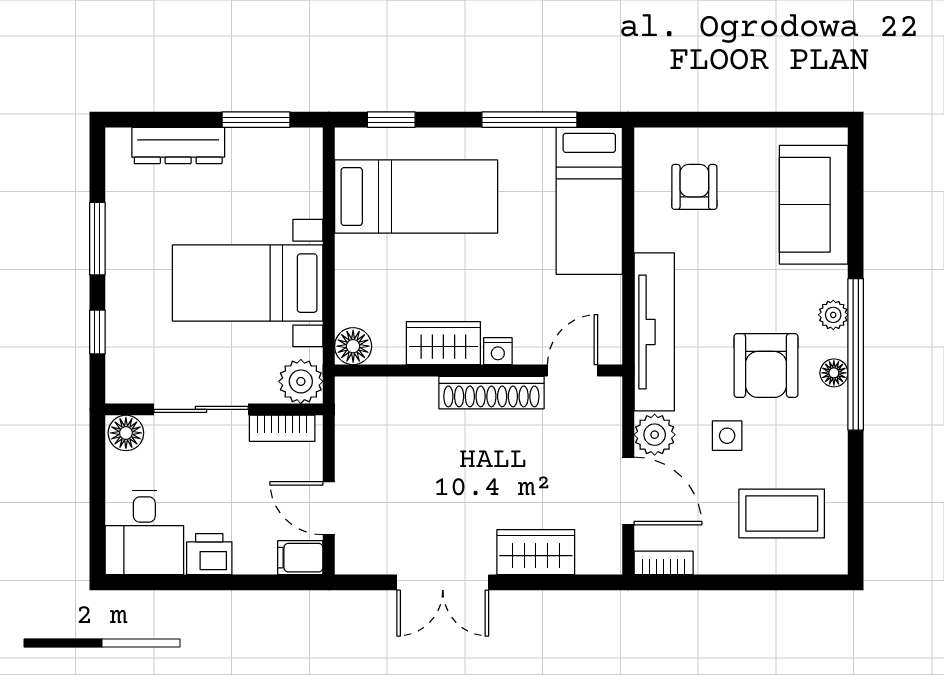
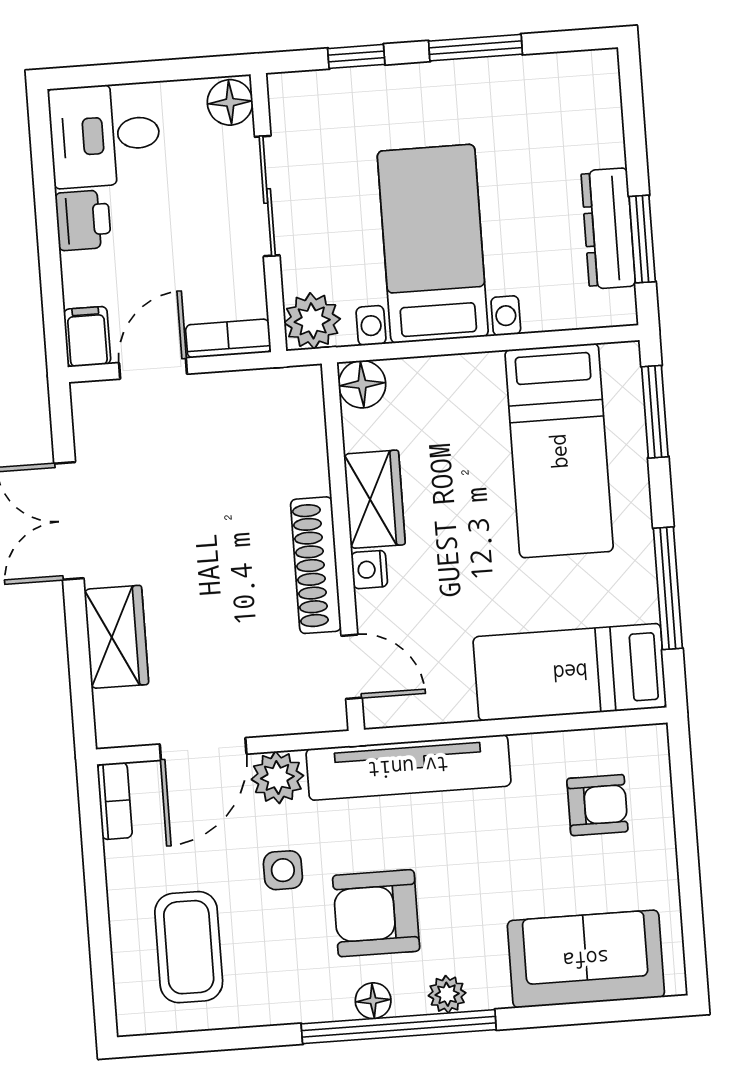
window: (391, 120) -> (655, 412), width x1.50
dresser: (178, 146) -> (608, 228), moved
bookcase: (282, 428) -> (228, 339), moved, turned 90

